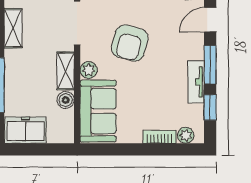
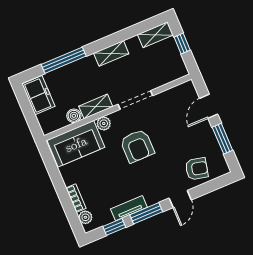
door: (210, 20) -> (180, 199), swing flipped
armchair: (130, 43) -> (137, 146), turned -105

